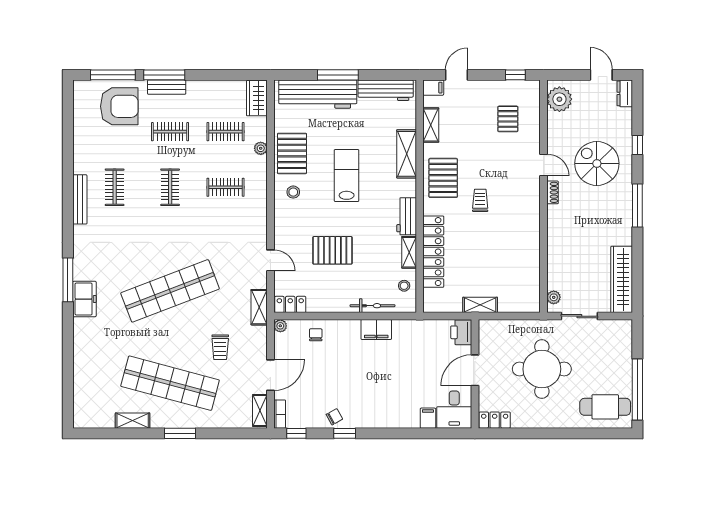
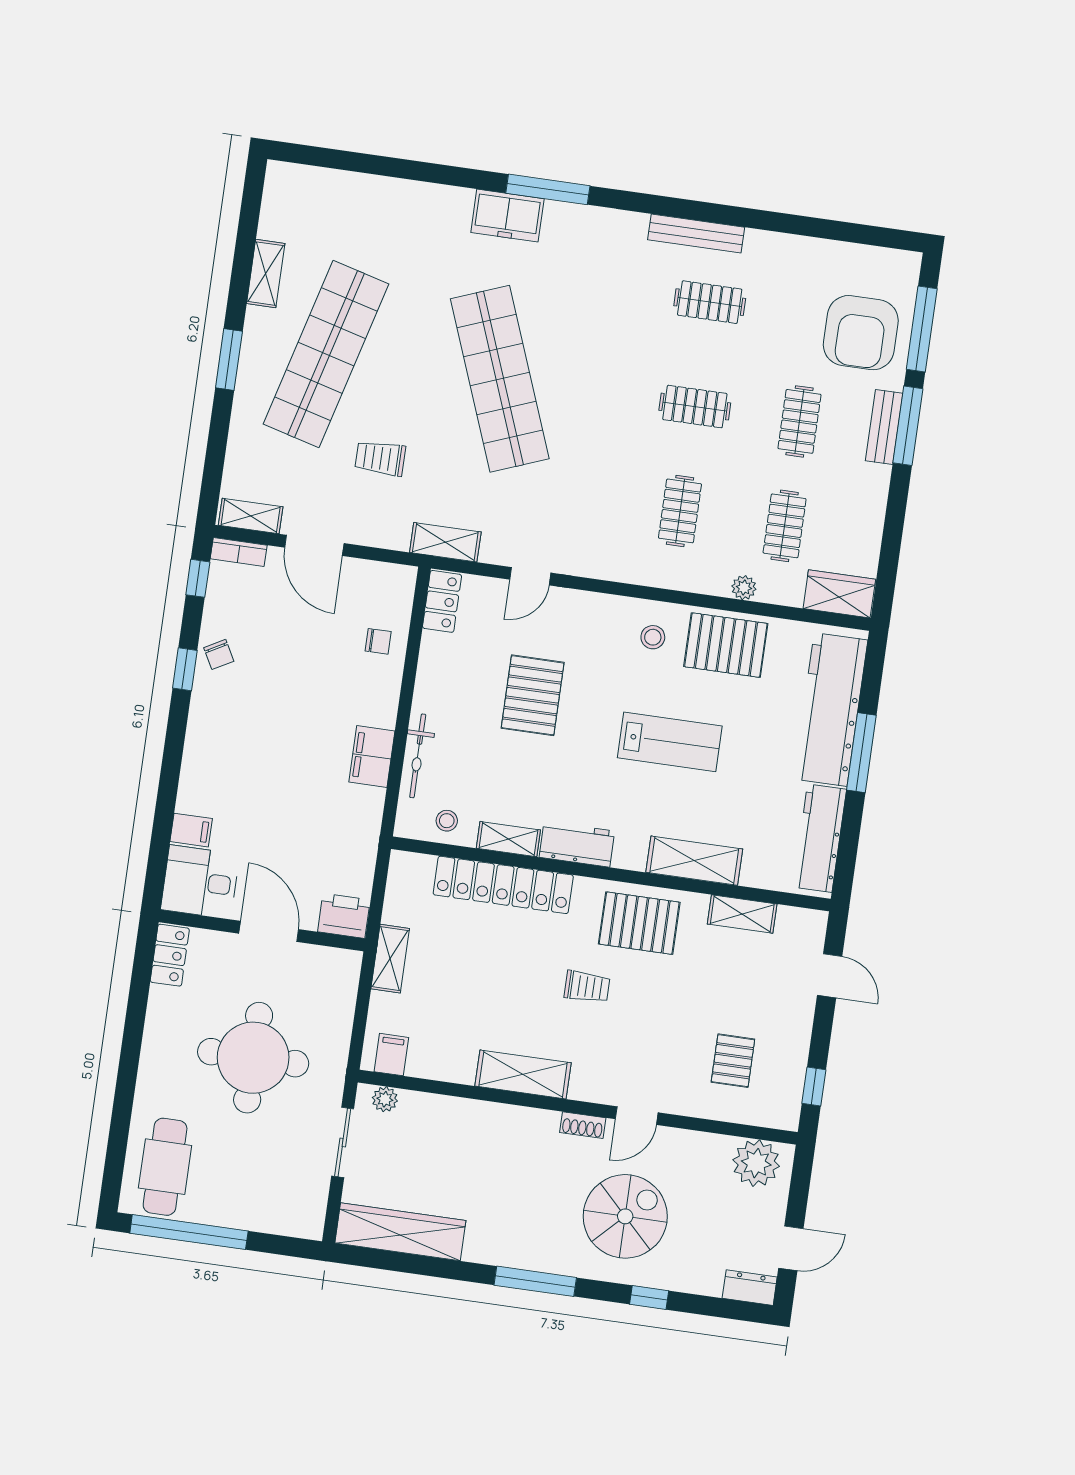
filing cabinet: (433, 88) -> (391, 1055), moved, turned 180
pallet: (508, 119) -> (733, 1061), turned 90
shelving: (531, 227) -> (523, 1074), added
plant: (280, 326) -> (404, 577), removed

